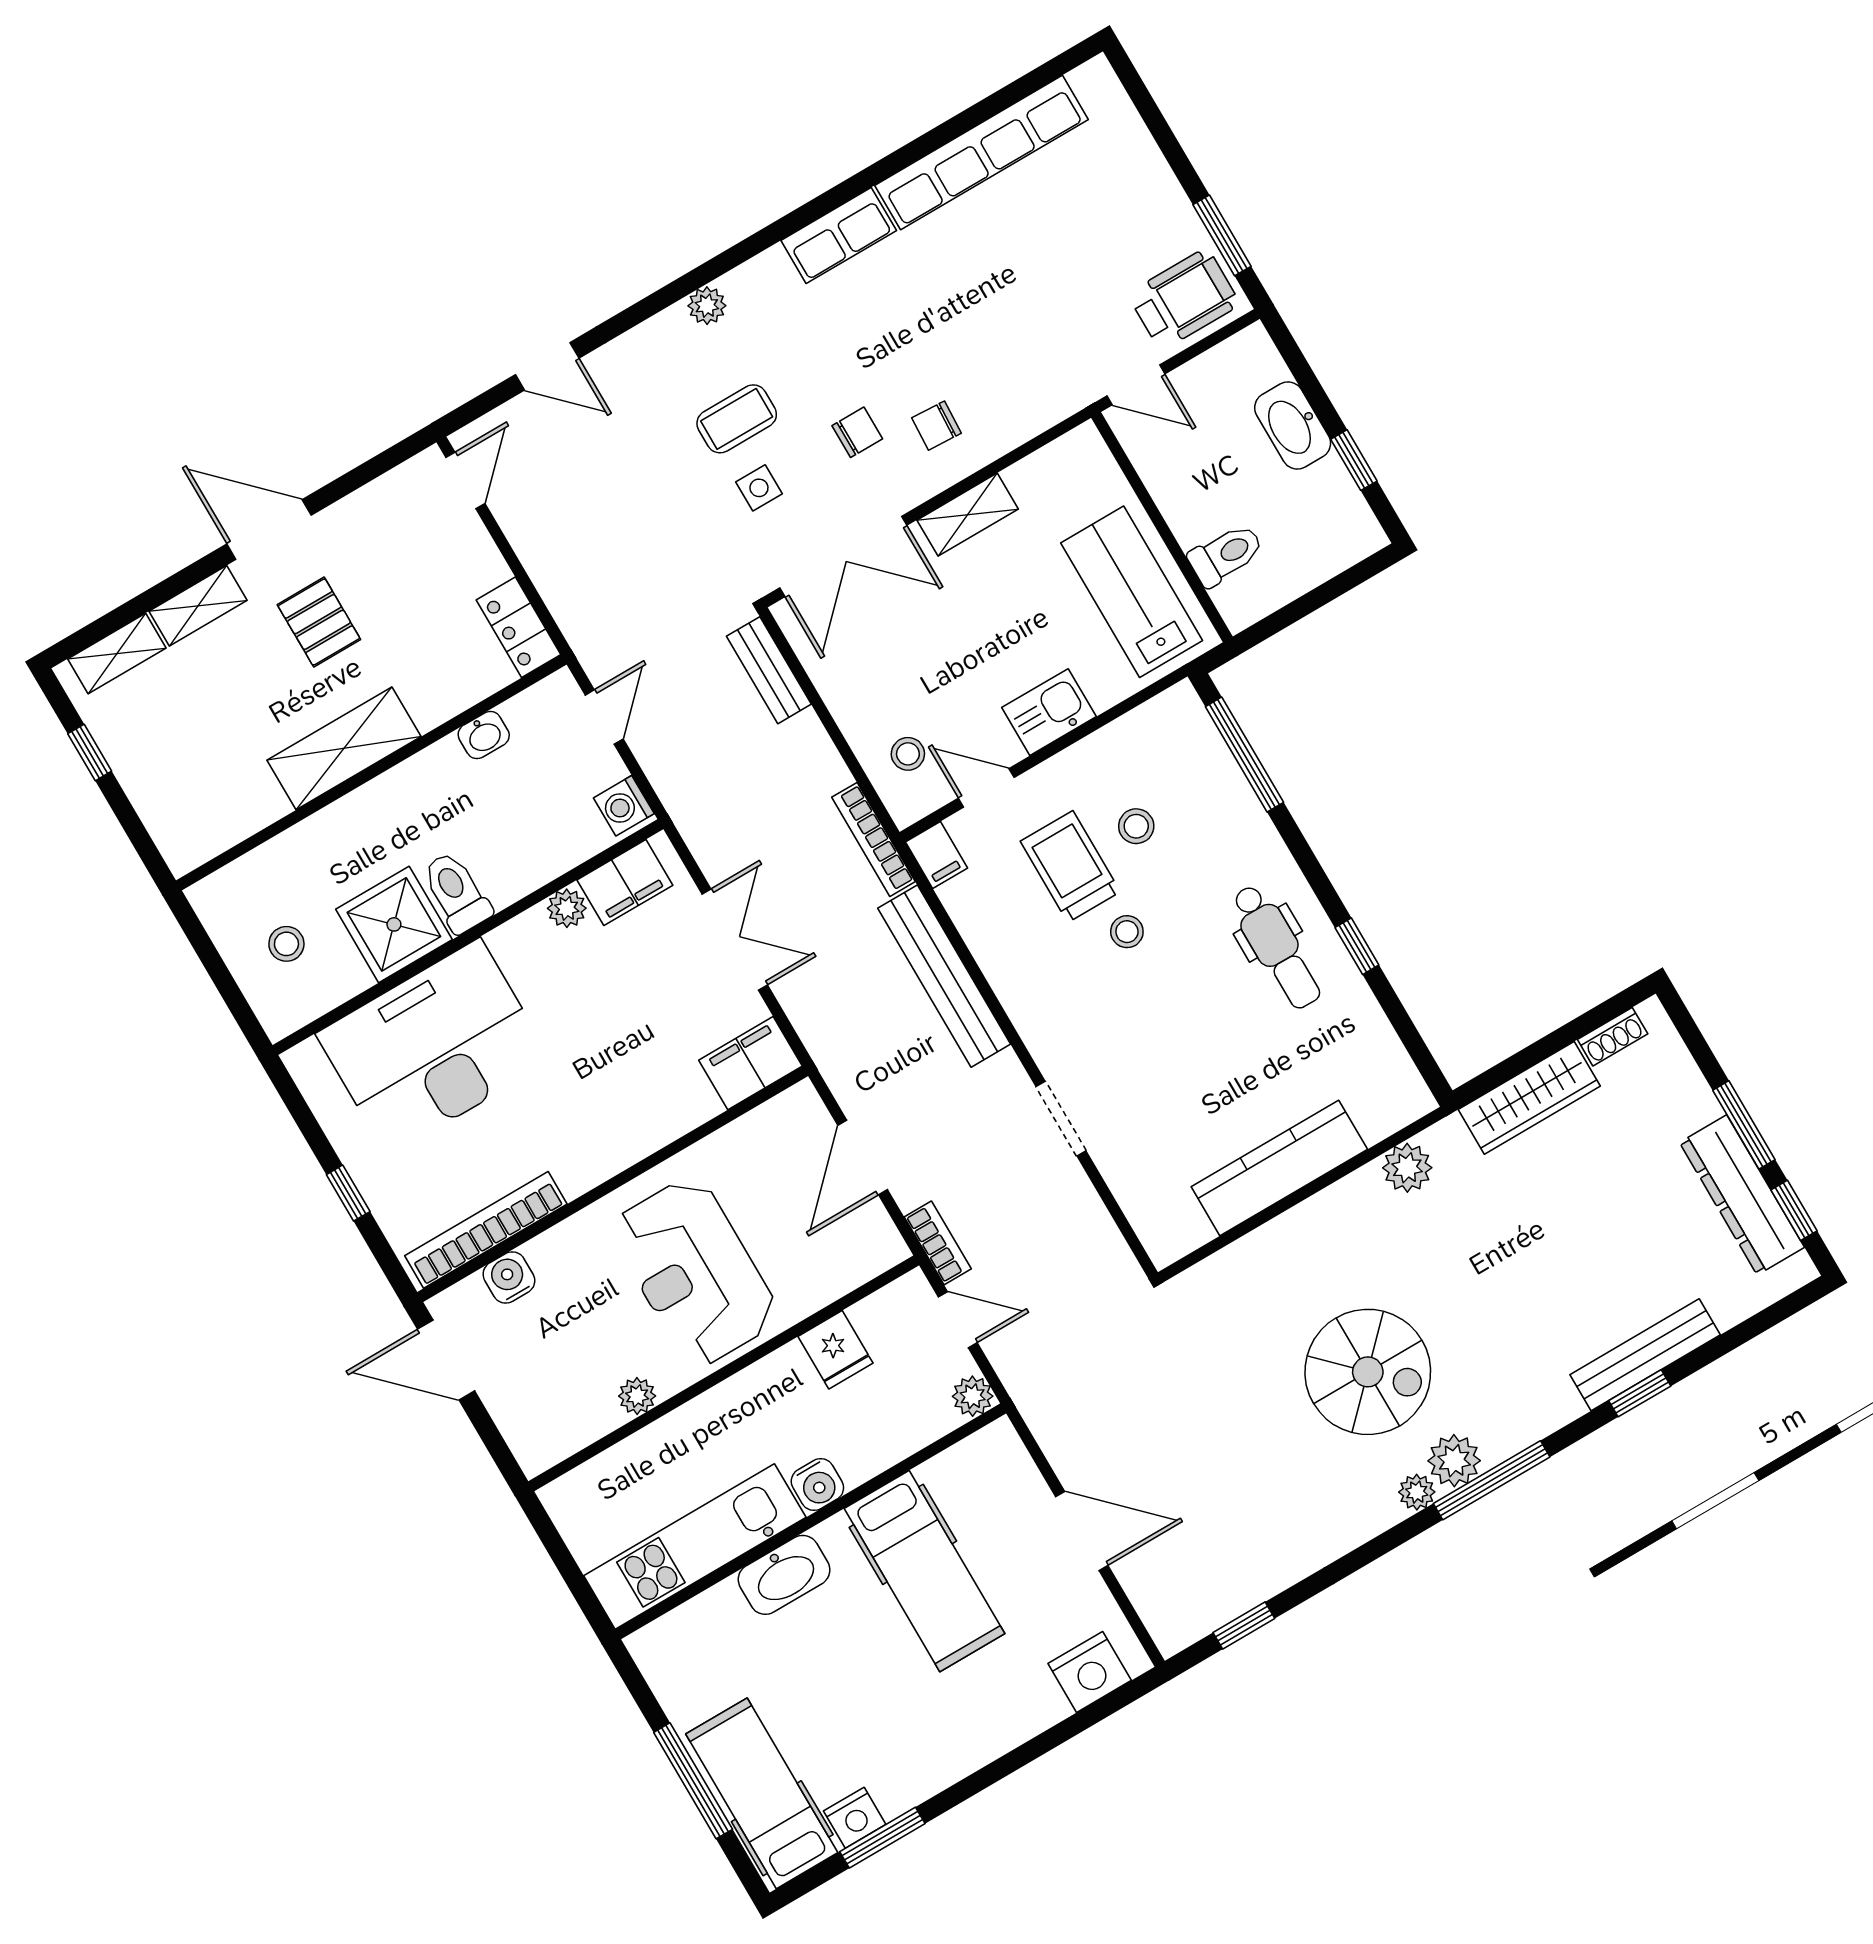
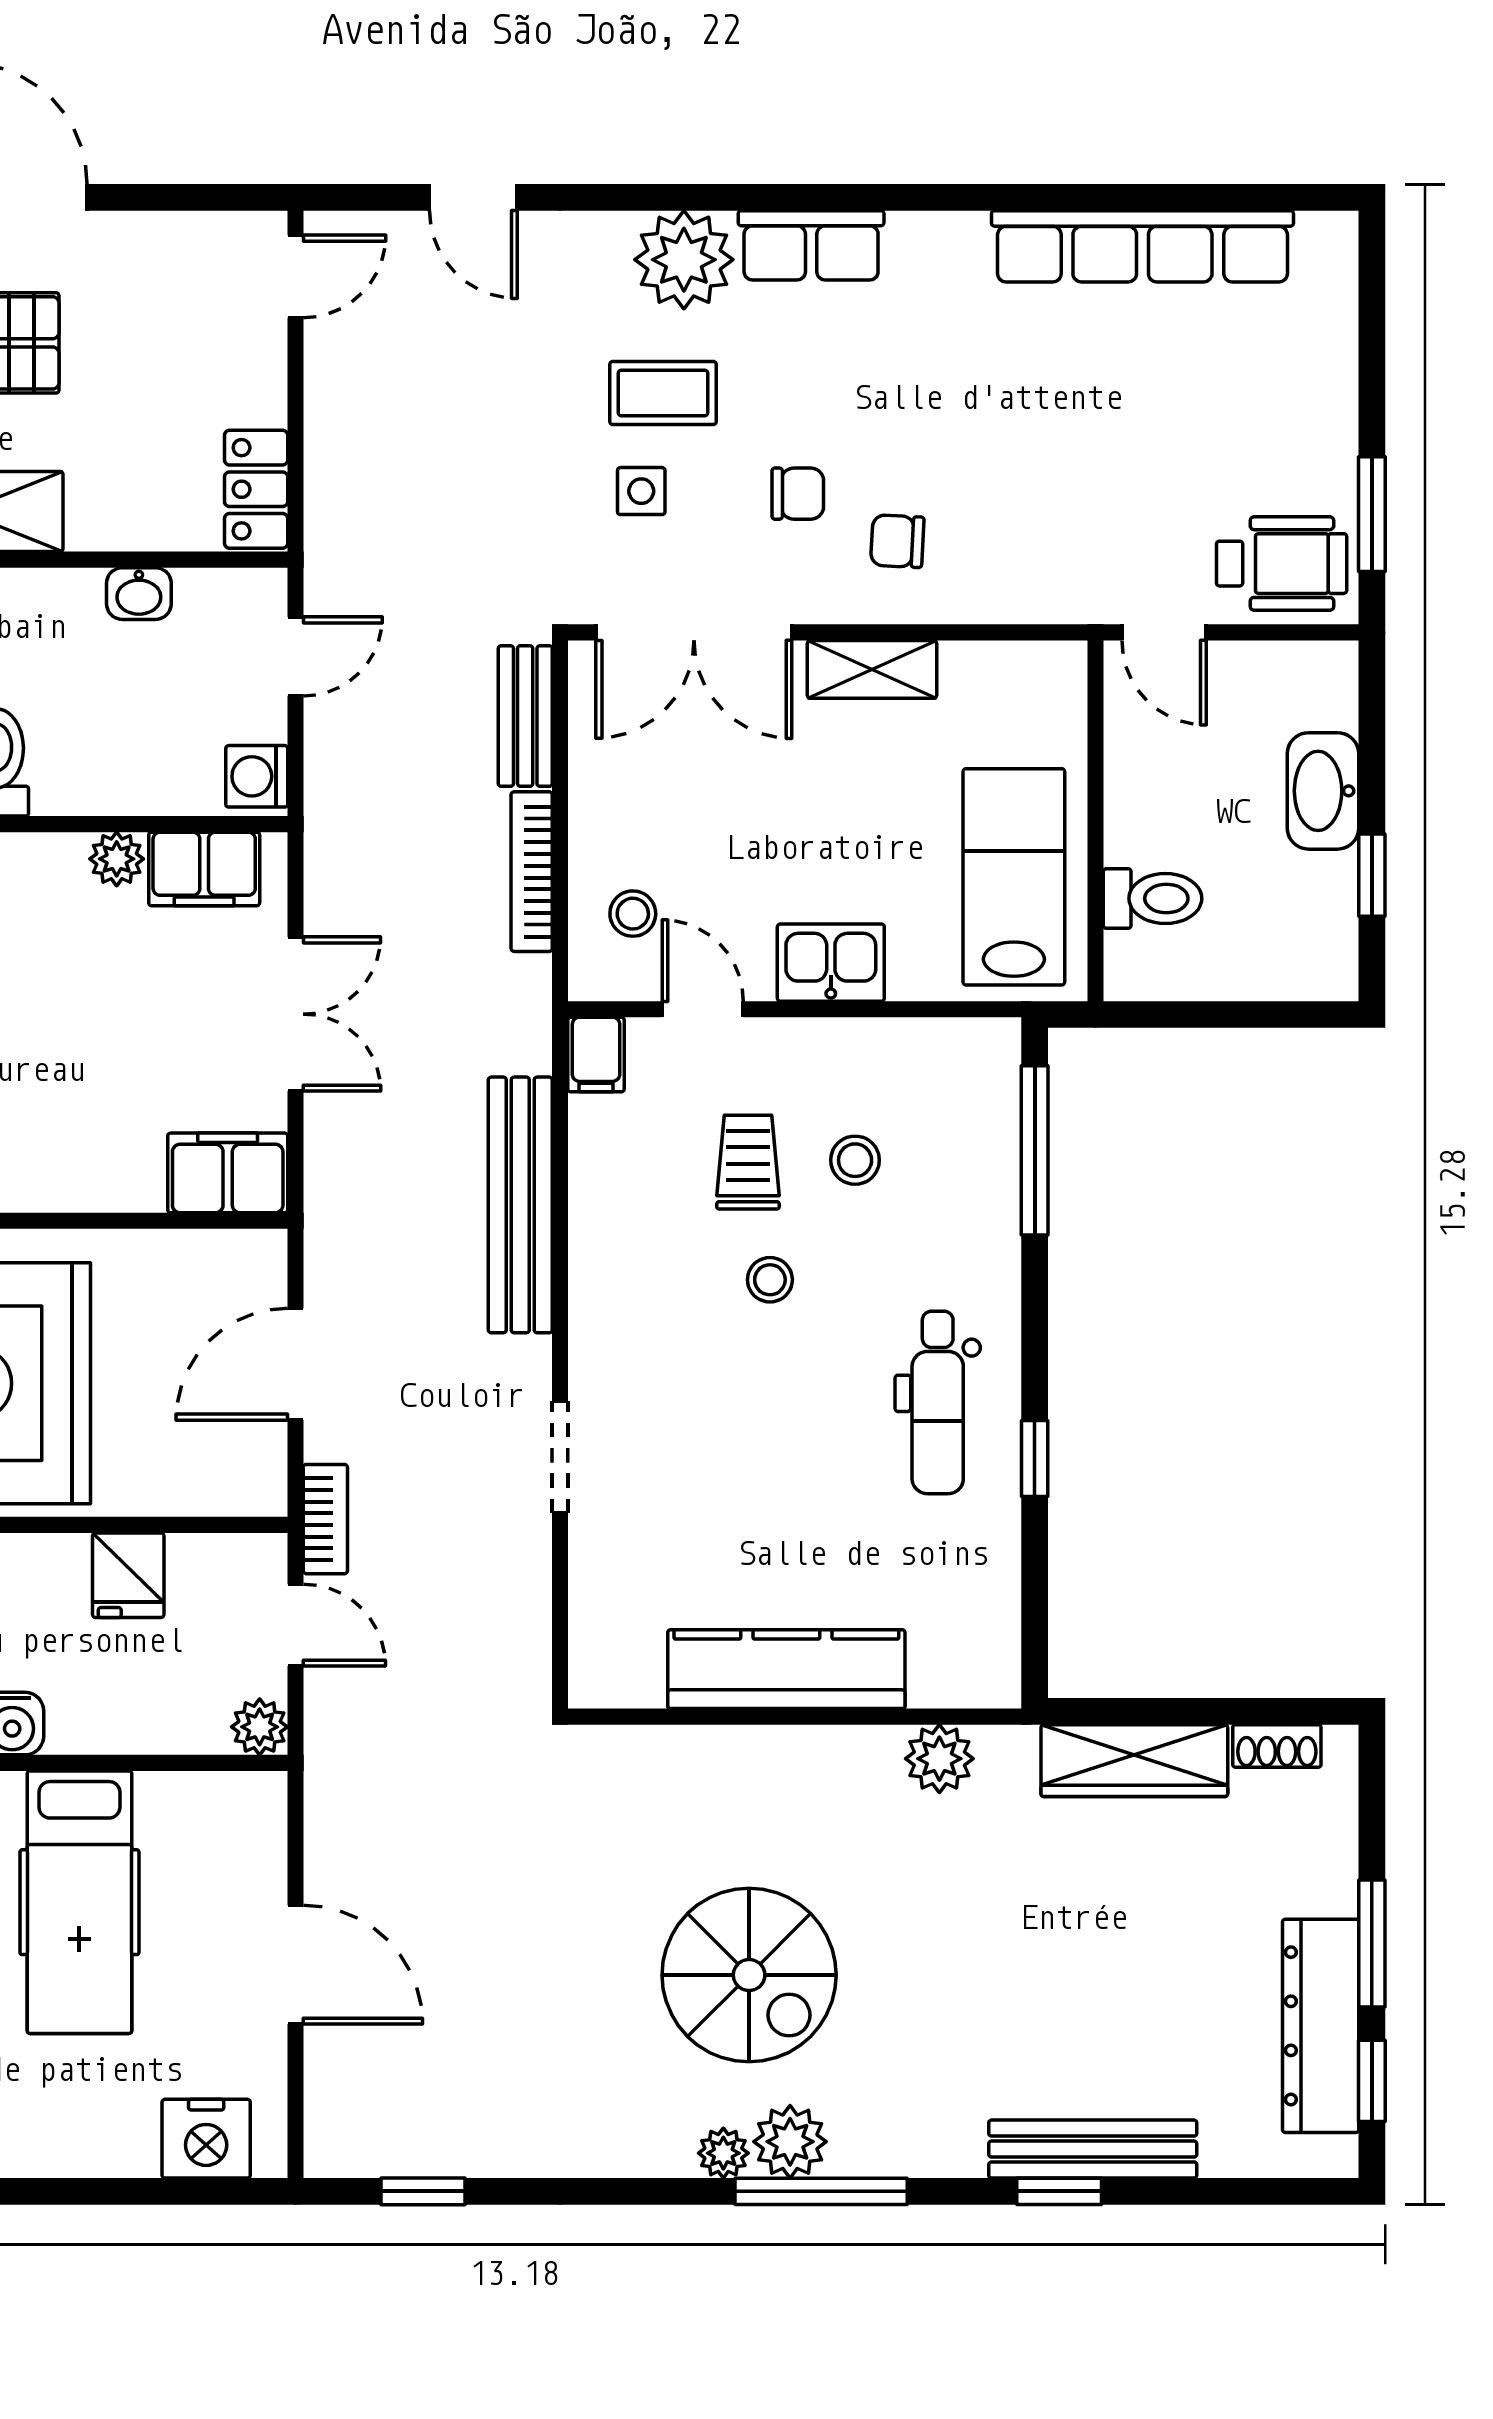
row of seats: (839, 235) -> (811, 245), moved
plant: (707, 306) -> (684, 260), width x1.87, depth x1.87
bookcase: (874, 839) -> (532, 872), moved
trolley: (1070, 866) -> (748, 1162), width x0.73, depth x0.72

